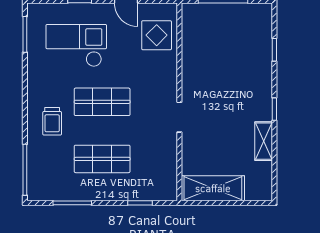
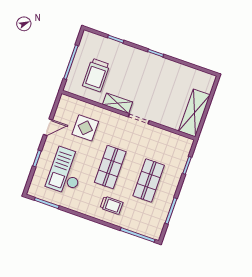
display table: (157, 35) -> (85, 128), moved
trolley: (217, 41) -> (96, 75), added
shelving: (264, 141) -> (118, 103), moved

